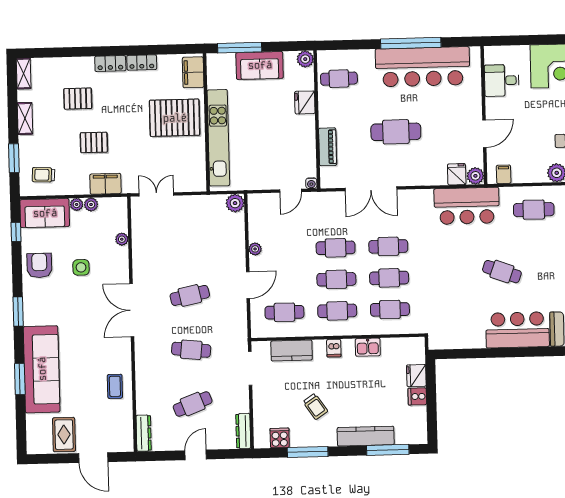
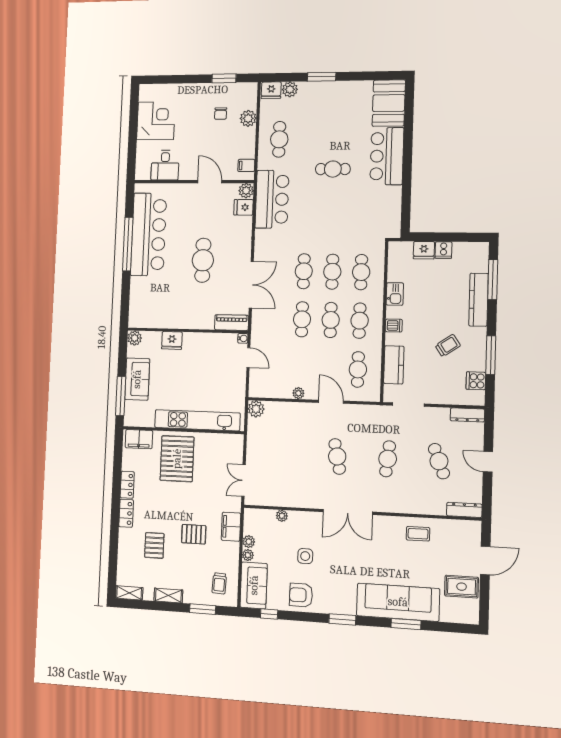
cafe table: (339, 79) -> (153, 309), removed
pallet: (94, 142) -> (194, 534), turned 90
piano: (328, 147) -> (232, 323), moved
cafe table: (502, 272) -> (333, 169), turned 70

